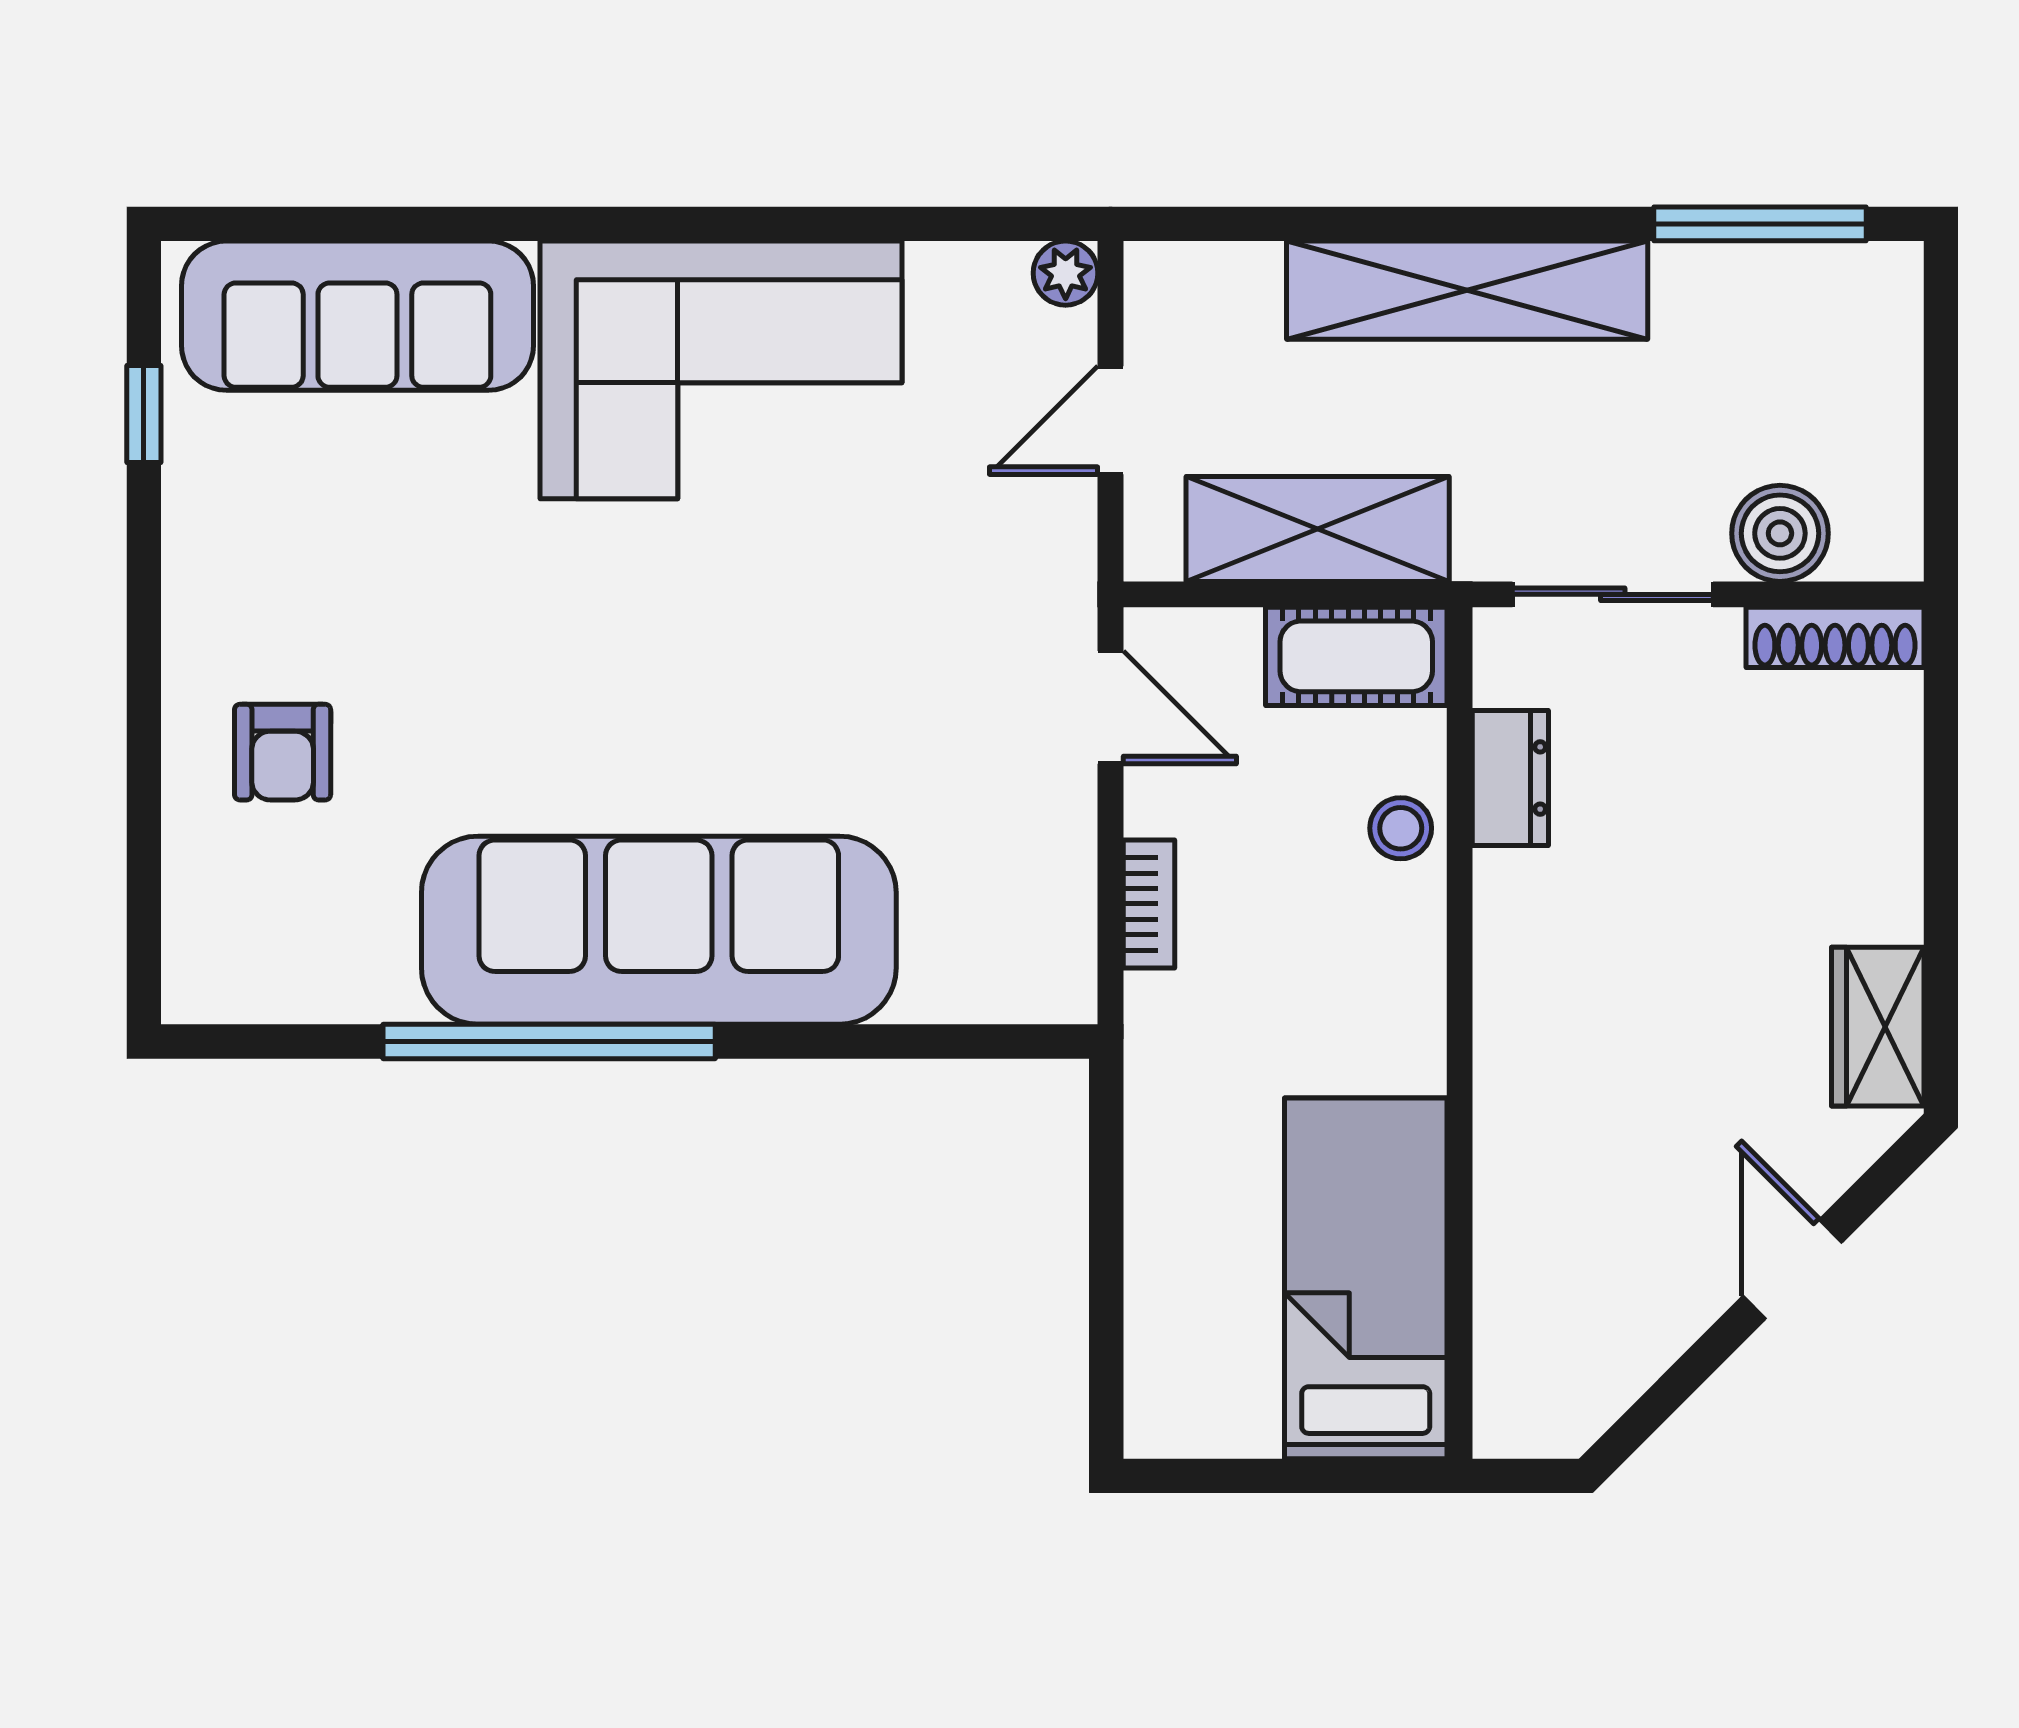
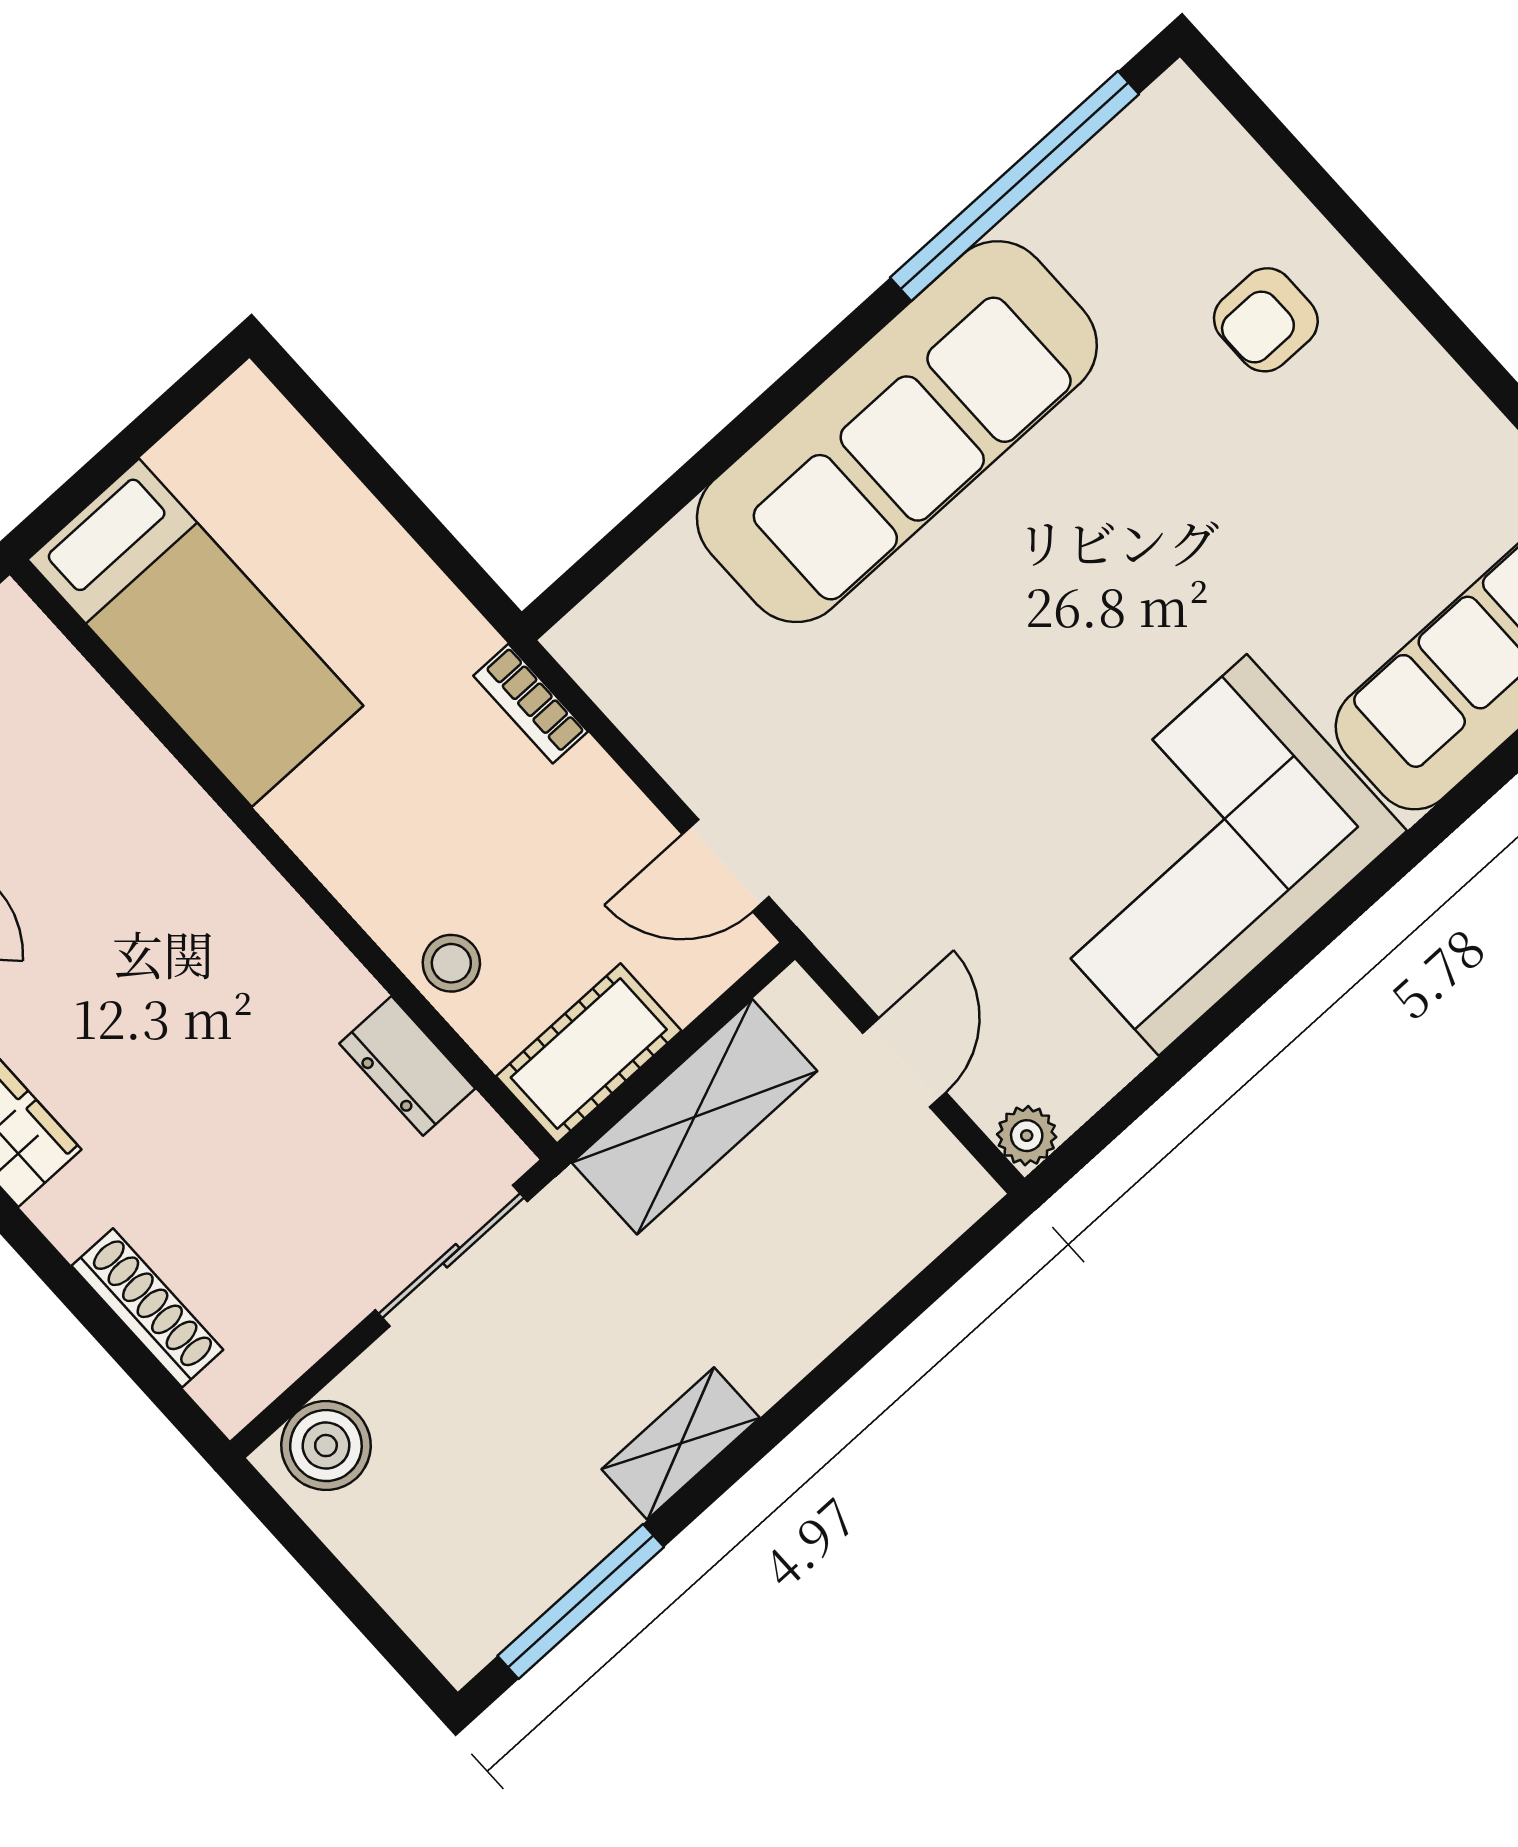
shelving: (1467, 290) -> (681, 1444), width x0.45, depth x0.75
boiler: (1780, 533) -> (326, 1446), moved
shoe rack: (1835, 637) -> (147, 1308), moved, turned 90
armchair: (283, 752) -> (1266, 320), turned -90
bookcase: (1149, 904) -> (531, 704), moved
window: (549, 1041) -> (1015, 186), moved

